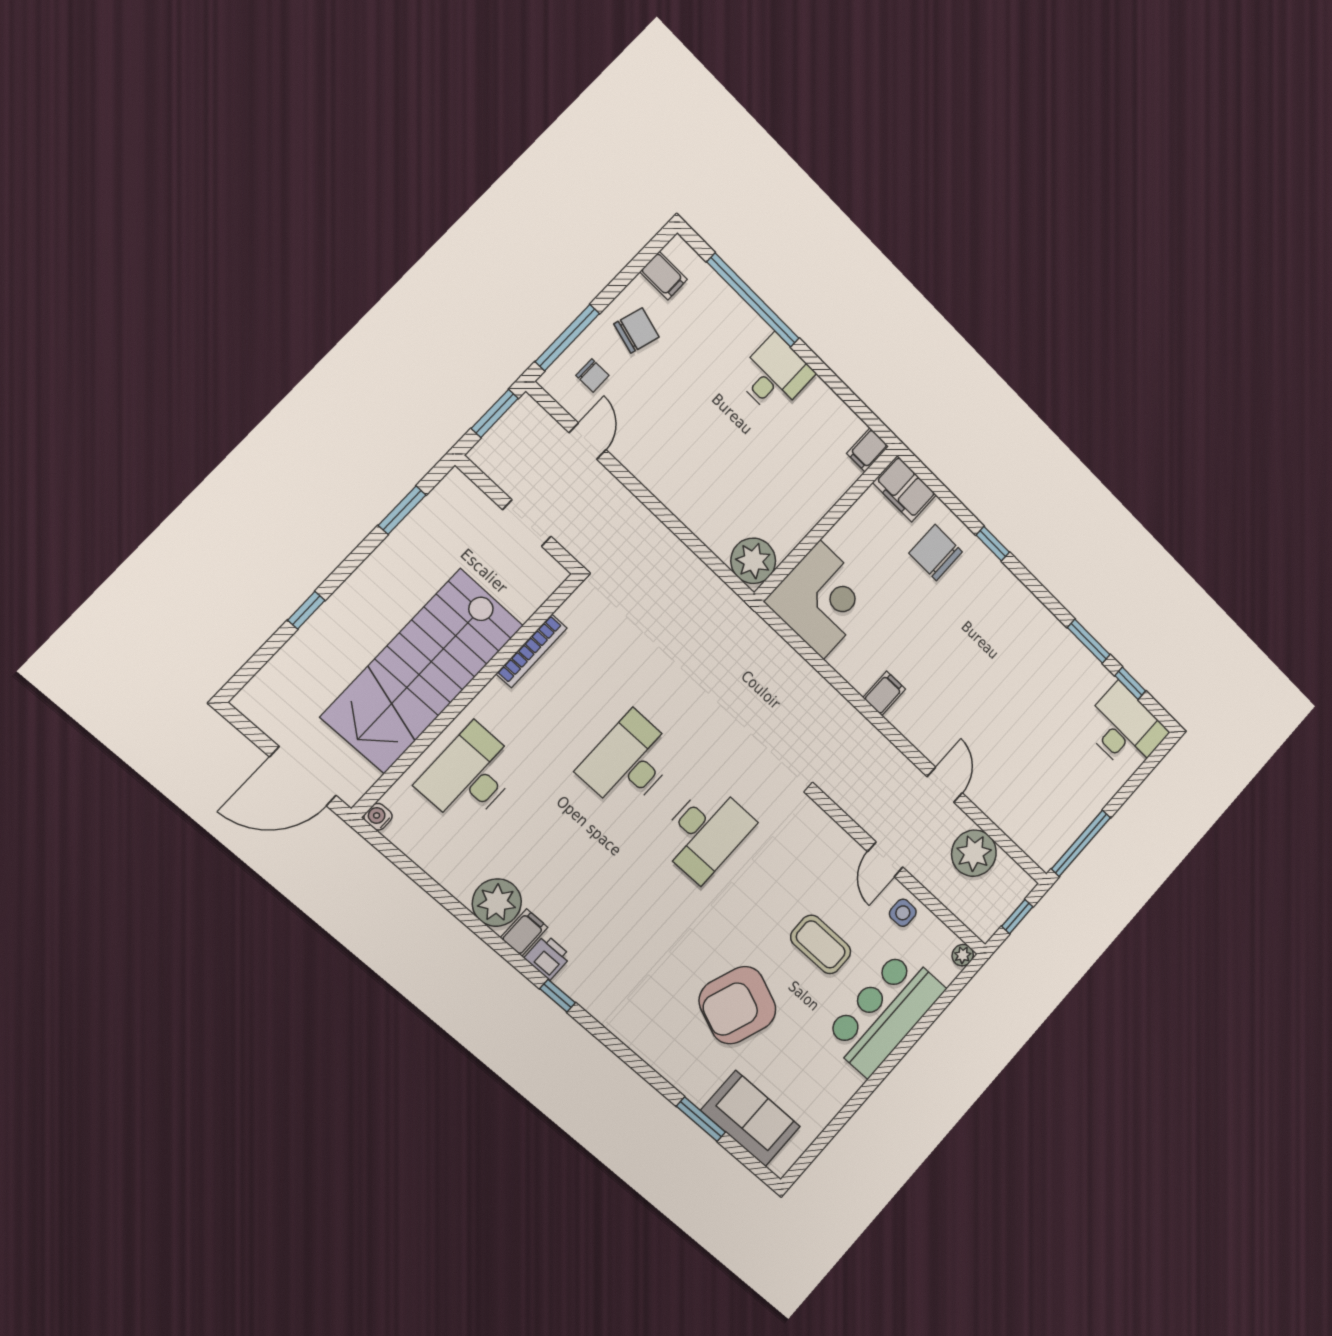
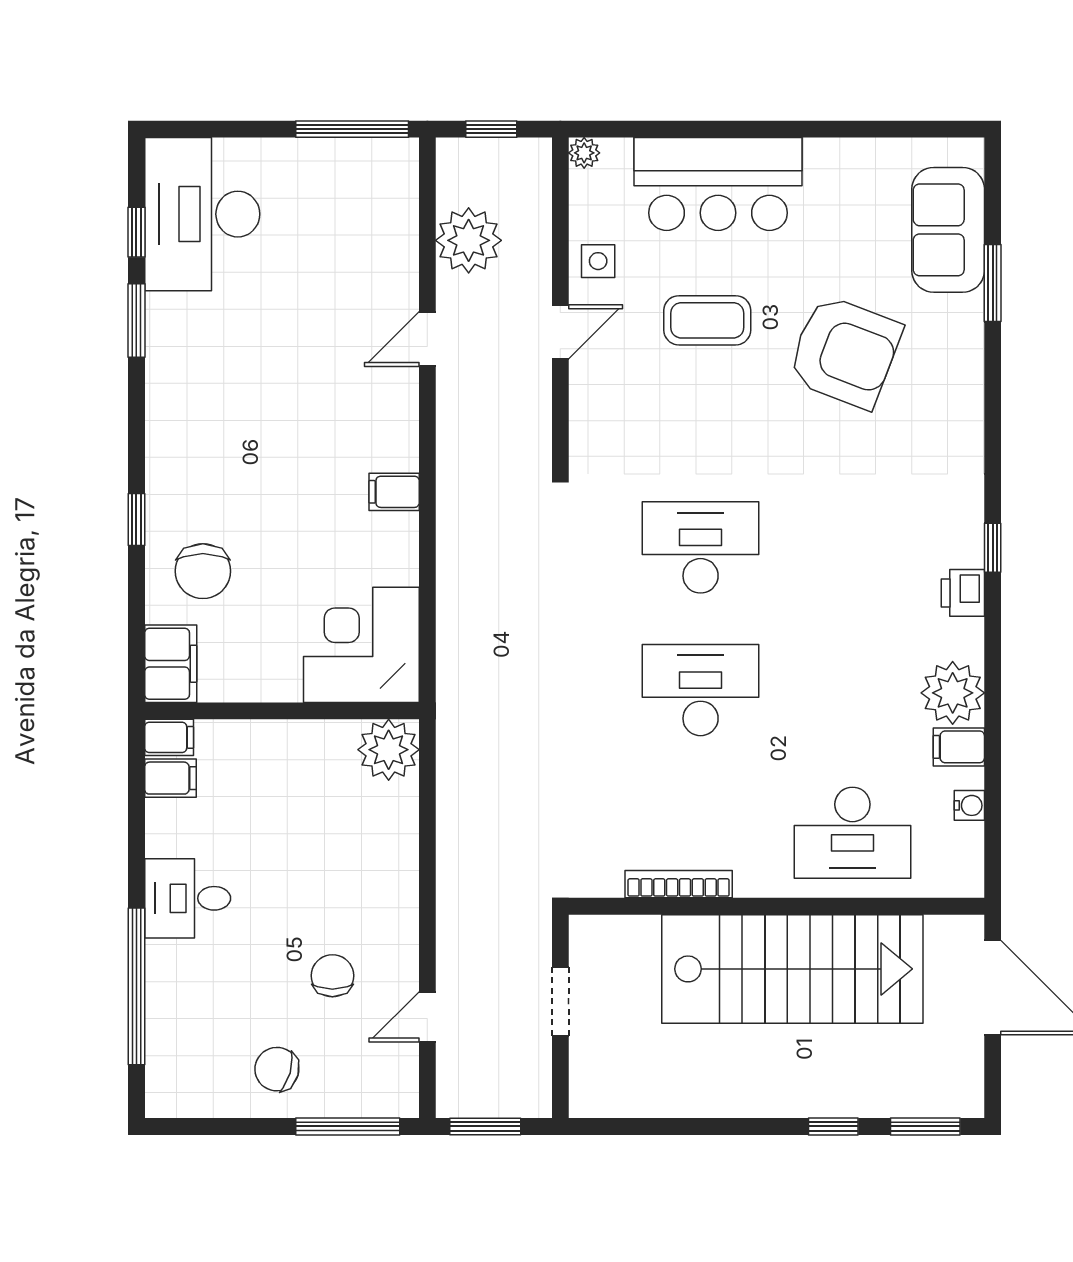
filing cabinet: (664, 276) -> (170, 778), moved, turned 90
chair: (592, 375) -> (332, 976), moved, width x1.37, depth x1.37
window: (402, 510) -> (925, 1126), moved
desk: (1125, 729) -> (202, 214), width x1.36, depth x1.30
desk: (628, 762) -> (701, 690), turned 180
water cooler: (378, 817) -> (969, 805), moved, turned -90
filing cabinet: (524, 933) -> (959, 747), moved
coffee table: (821, 944) -> (707, 320), turned 90

